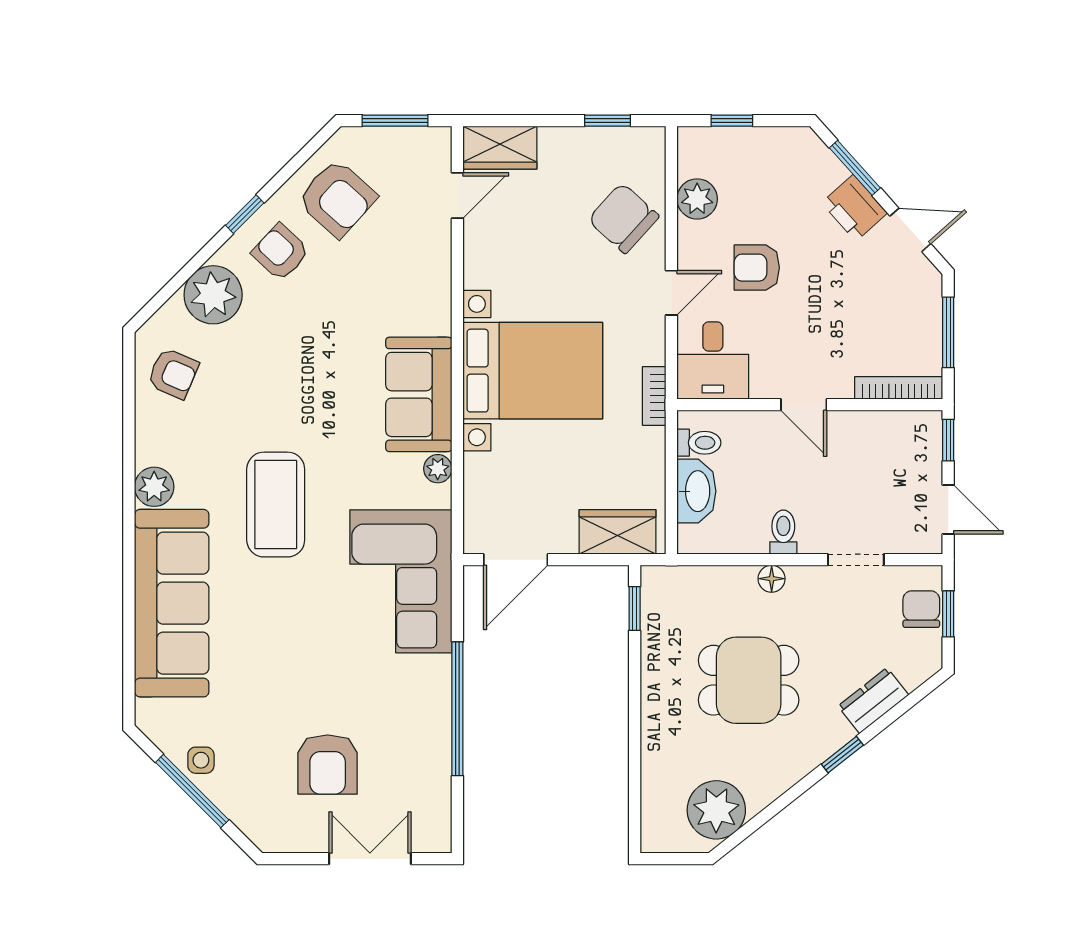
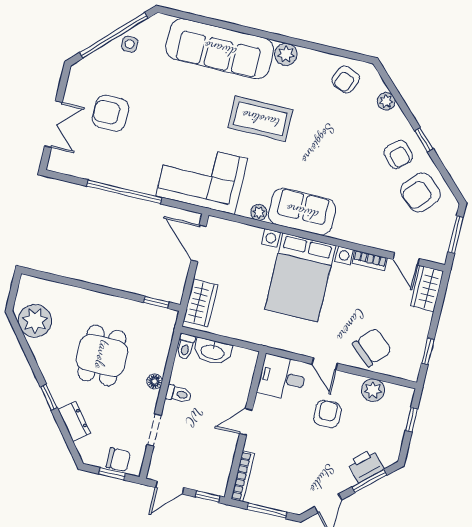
printer: (854, 208) -> (366, 466), moved
armchair: (281, 252) -> (398, 154), turned 95
plant: (213, 295) -> (386, 101), width x0.53, depth x0.53
bookcase: (654, 396) -> (370, 260), moved, turned 180
toilet: (699, 443) -> (186, 347), moved
window: (192, 791) -> (114, 35), width x1.46

